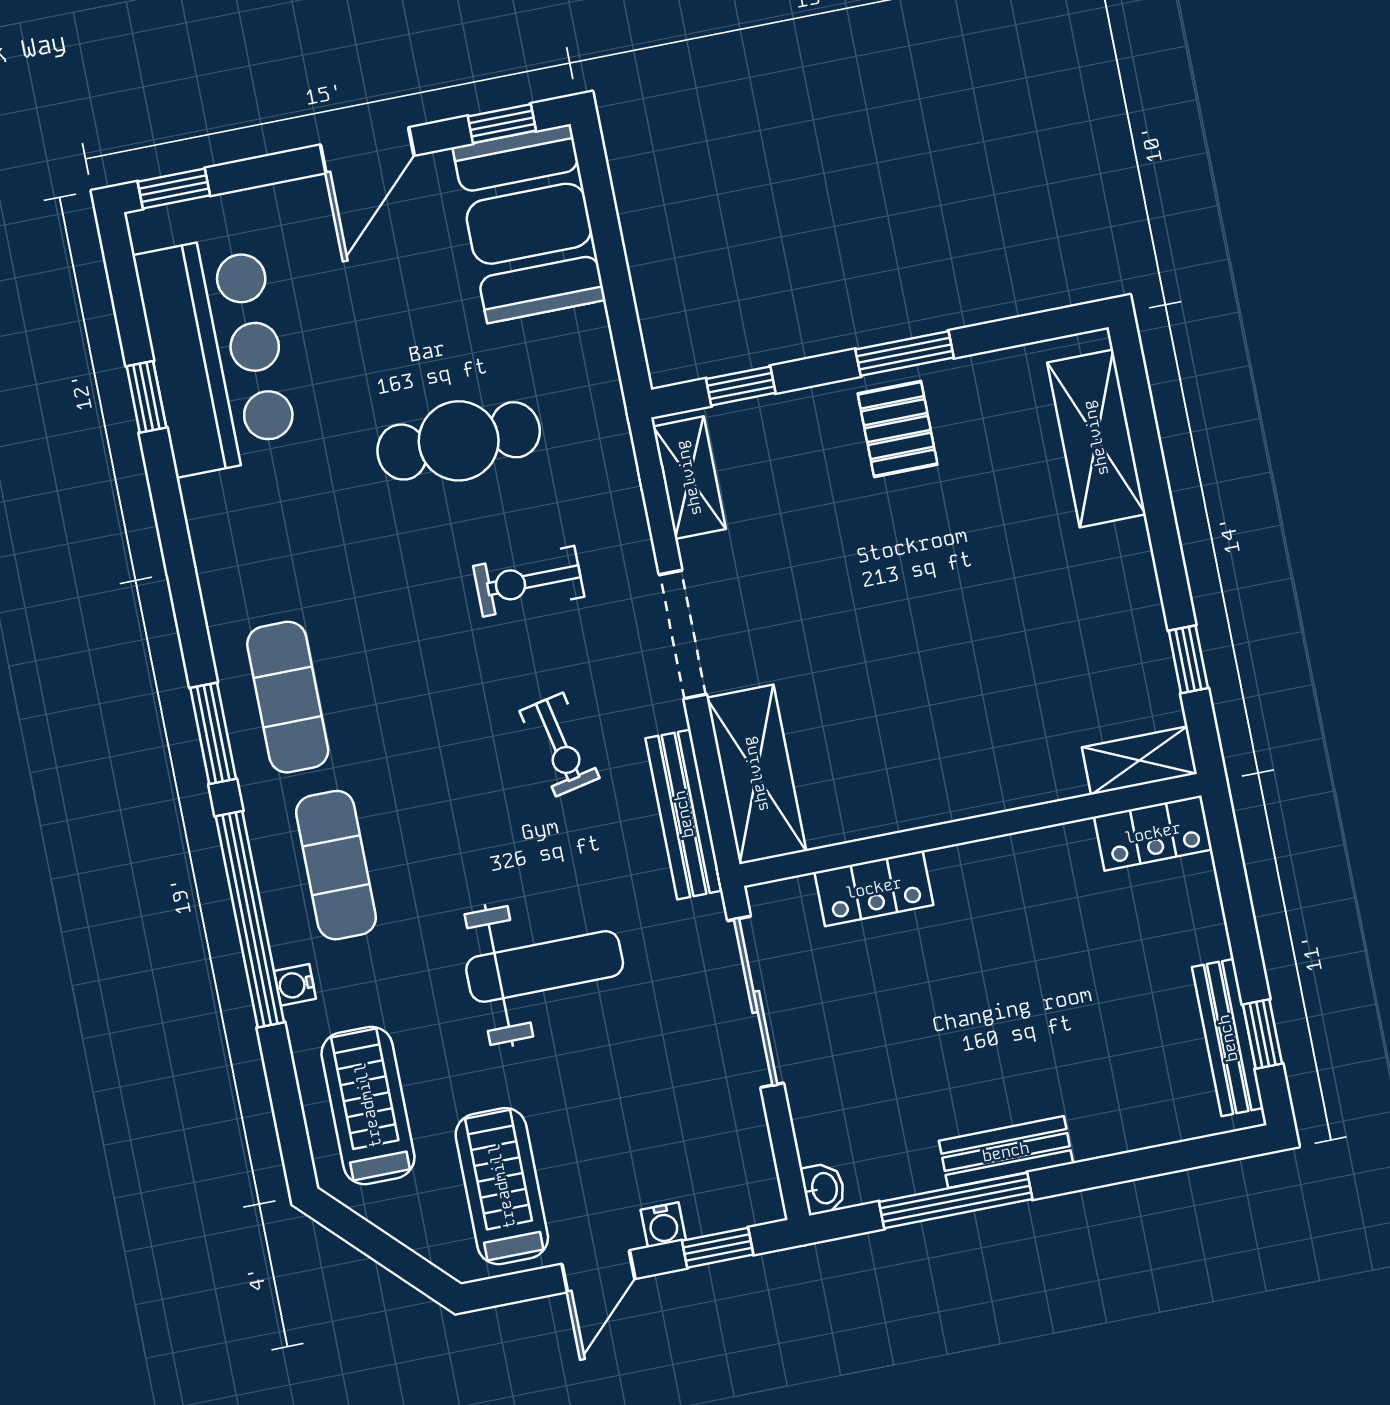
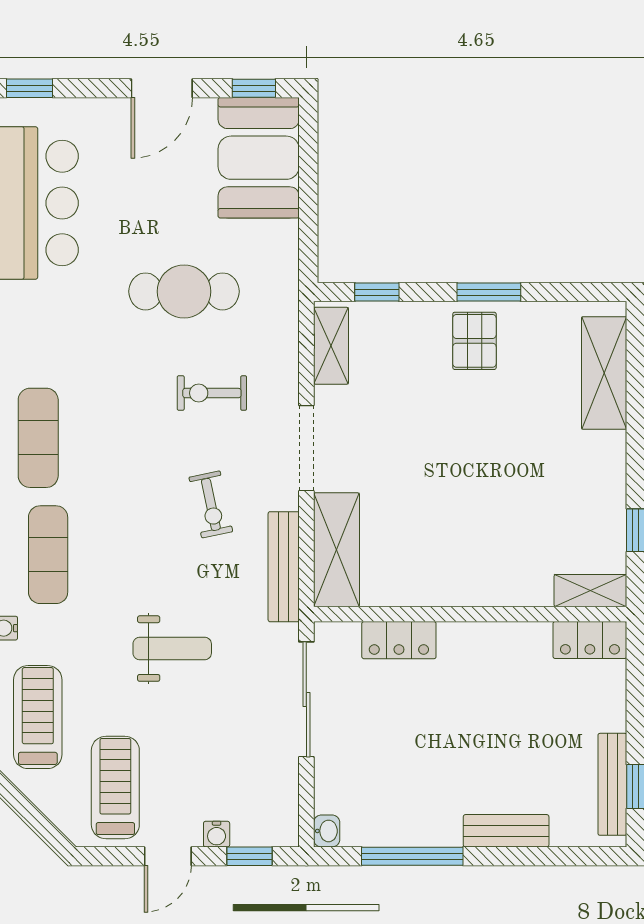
weight bench: (545, 966) -> (172, 649), width x0.73, depth x0.75
bench: (1006, 1152) -> (506, 831), moved

